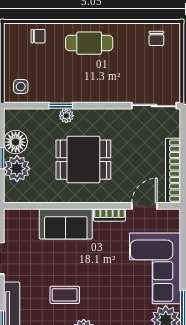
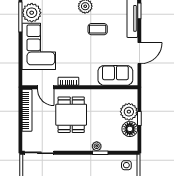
dining table: (83, 160) -> (71, 115), moved, turned 90
door: (144, 206) -> (46, 87), hinge flipped
sofa: (66, 224) -> (115, 75), moved

